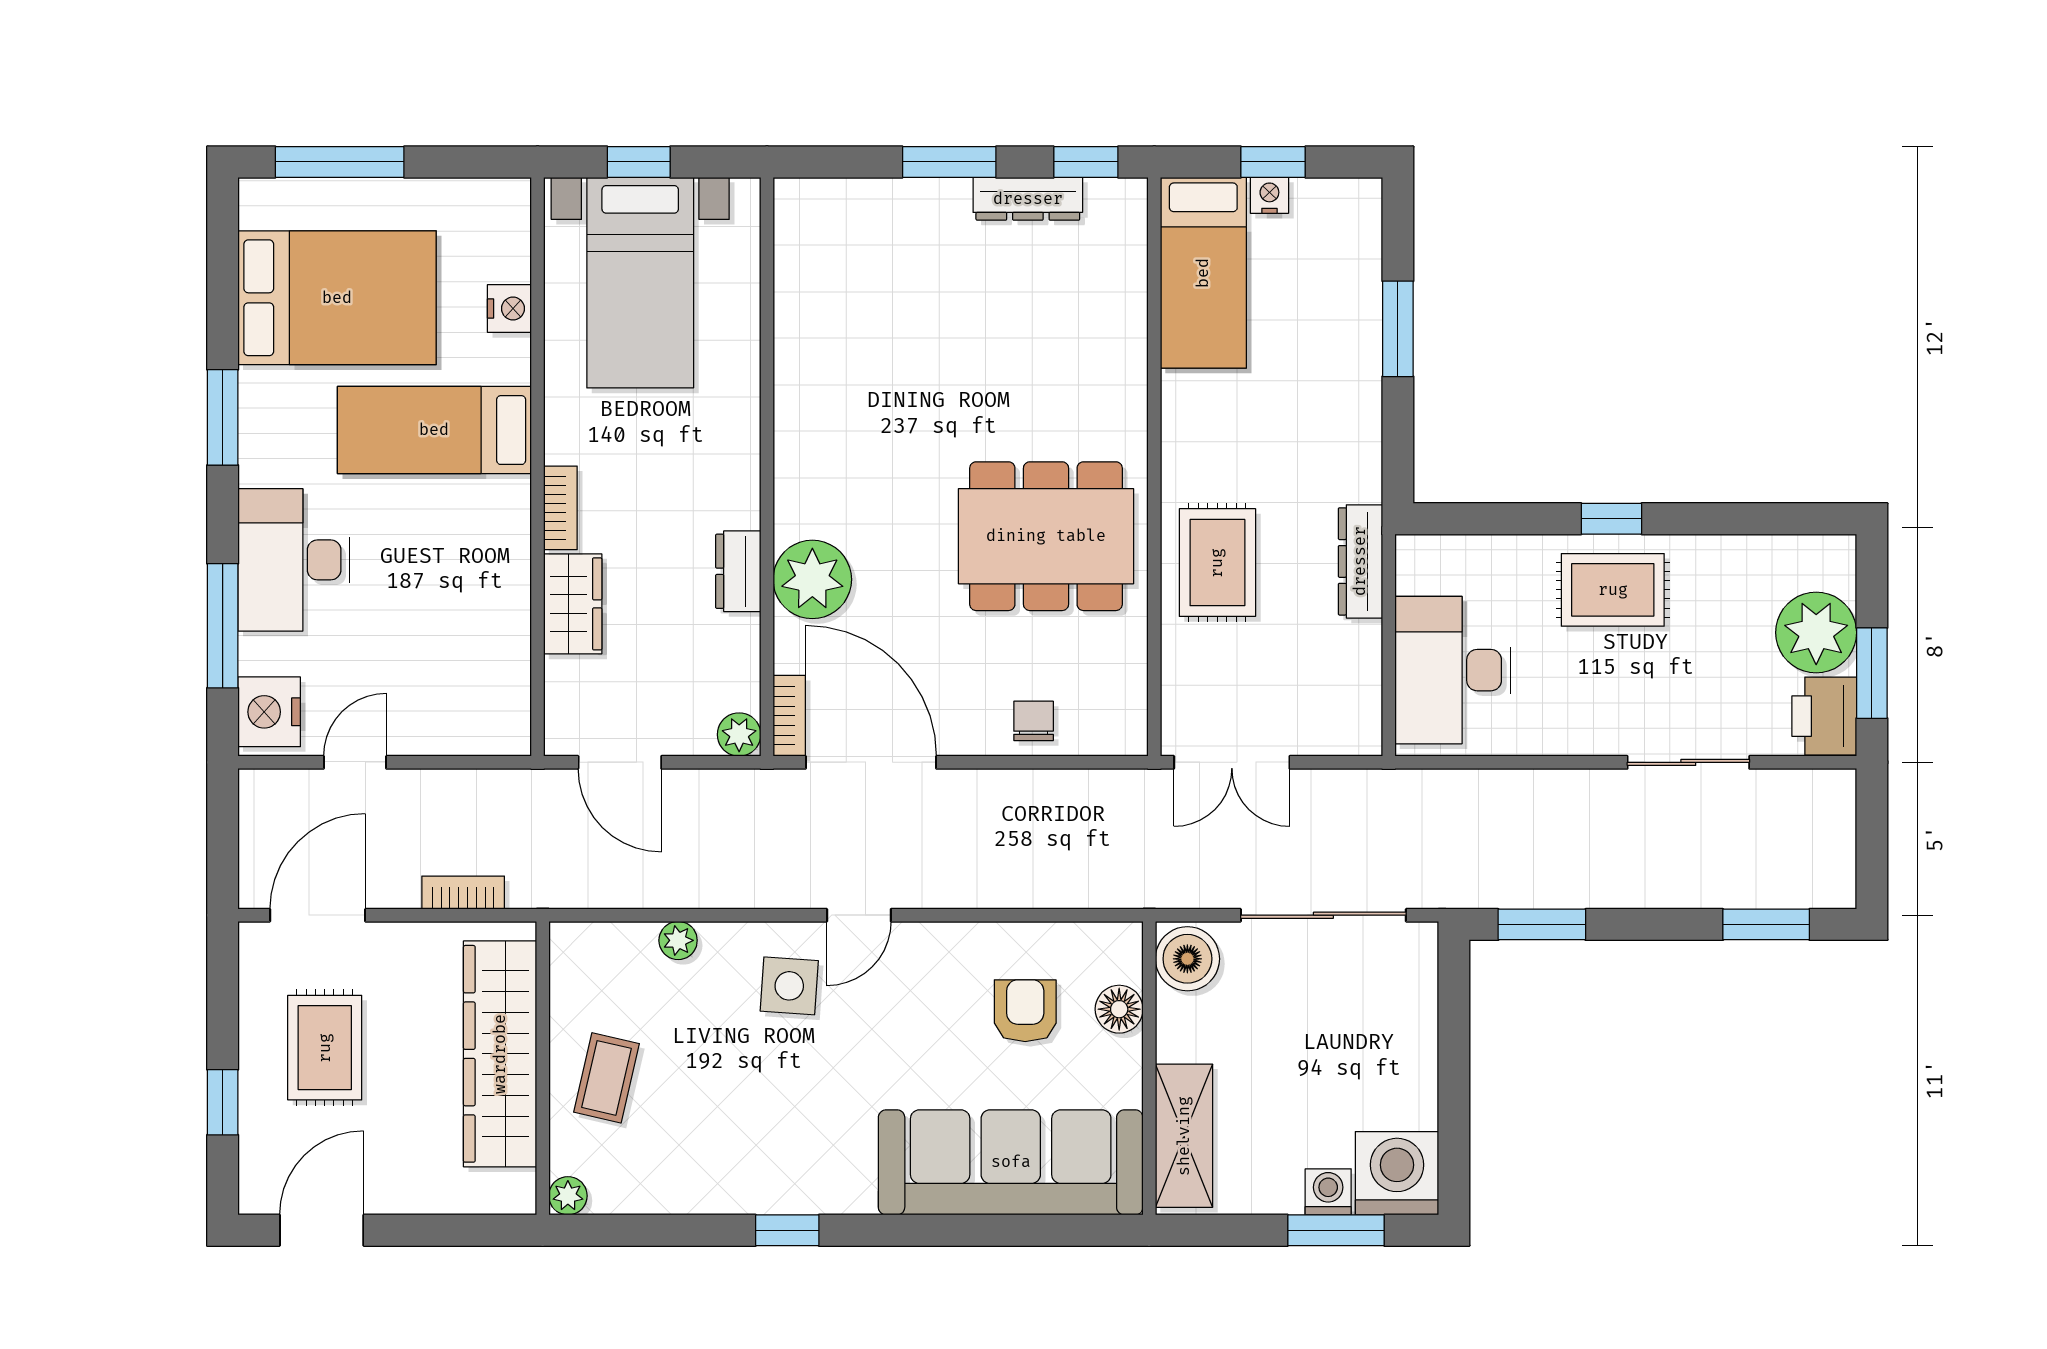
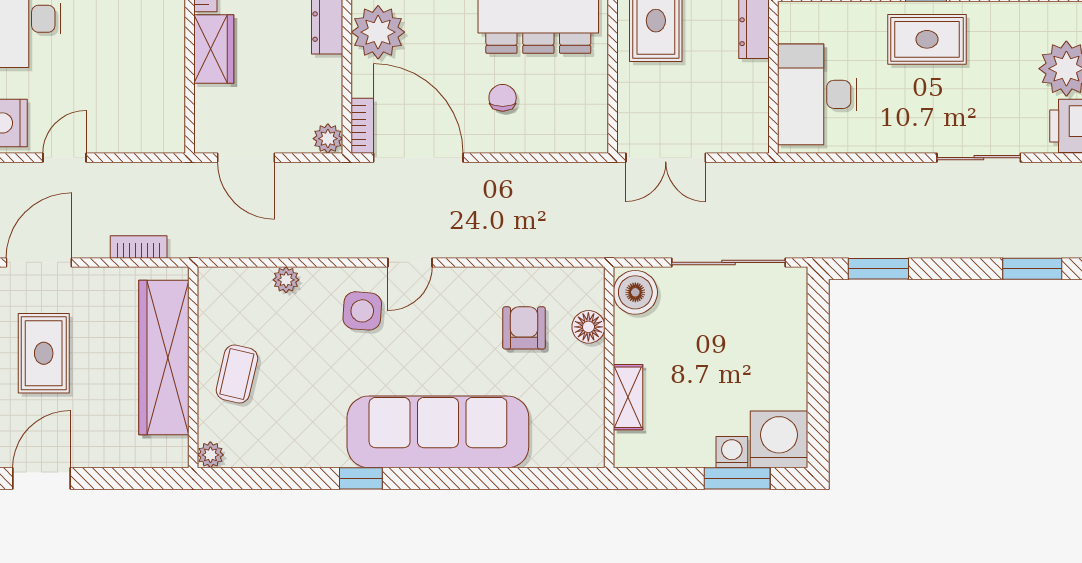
chair: (1034, 721) -> (503, 98), moved
shelving: (1184, 1136) -> (628, 397), width x0.67, depth x0.75
sofa: (1011, 1162) -> (438, 432), moved

